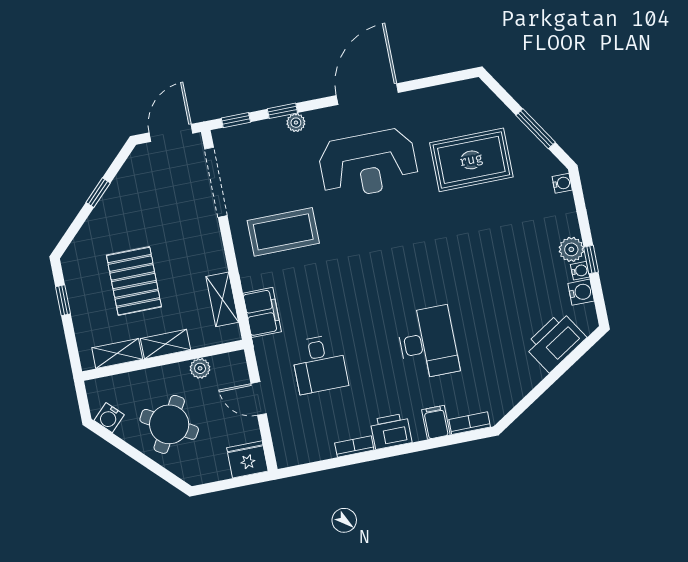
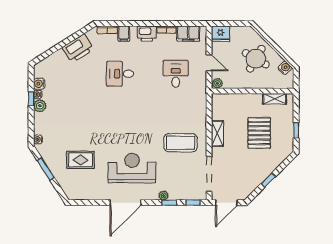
rug: (471, 160) -> (81, 160), width x0.73, depth x0.70
shelving: (222, 299) -> (217, 134), moved
filing cabinet: (262, 312) -> (188, 34), moved, turned -90
printer: (555, 342) -> (78, 48), moved
desk: (428, 343) -> (120, 74), width x0.73
shelving: (165, 344) -> (250, 99), removed
plant: (200, 368) -> (217, 83), moved

